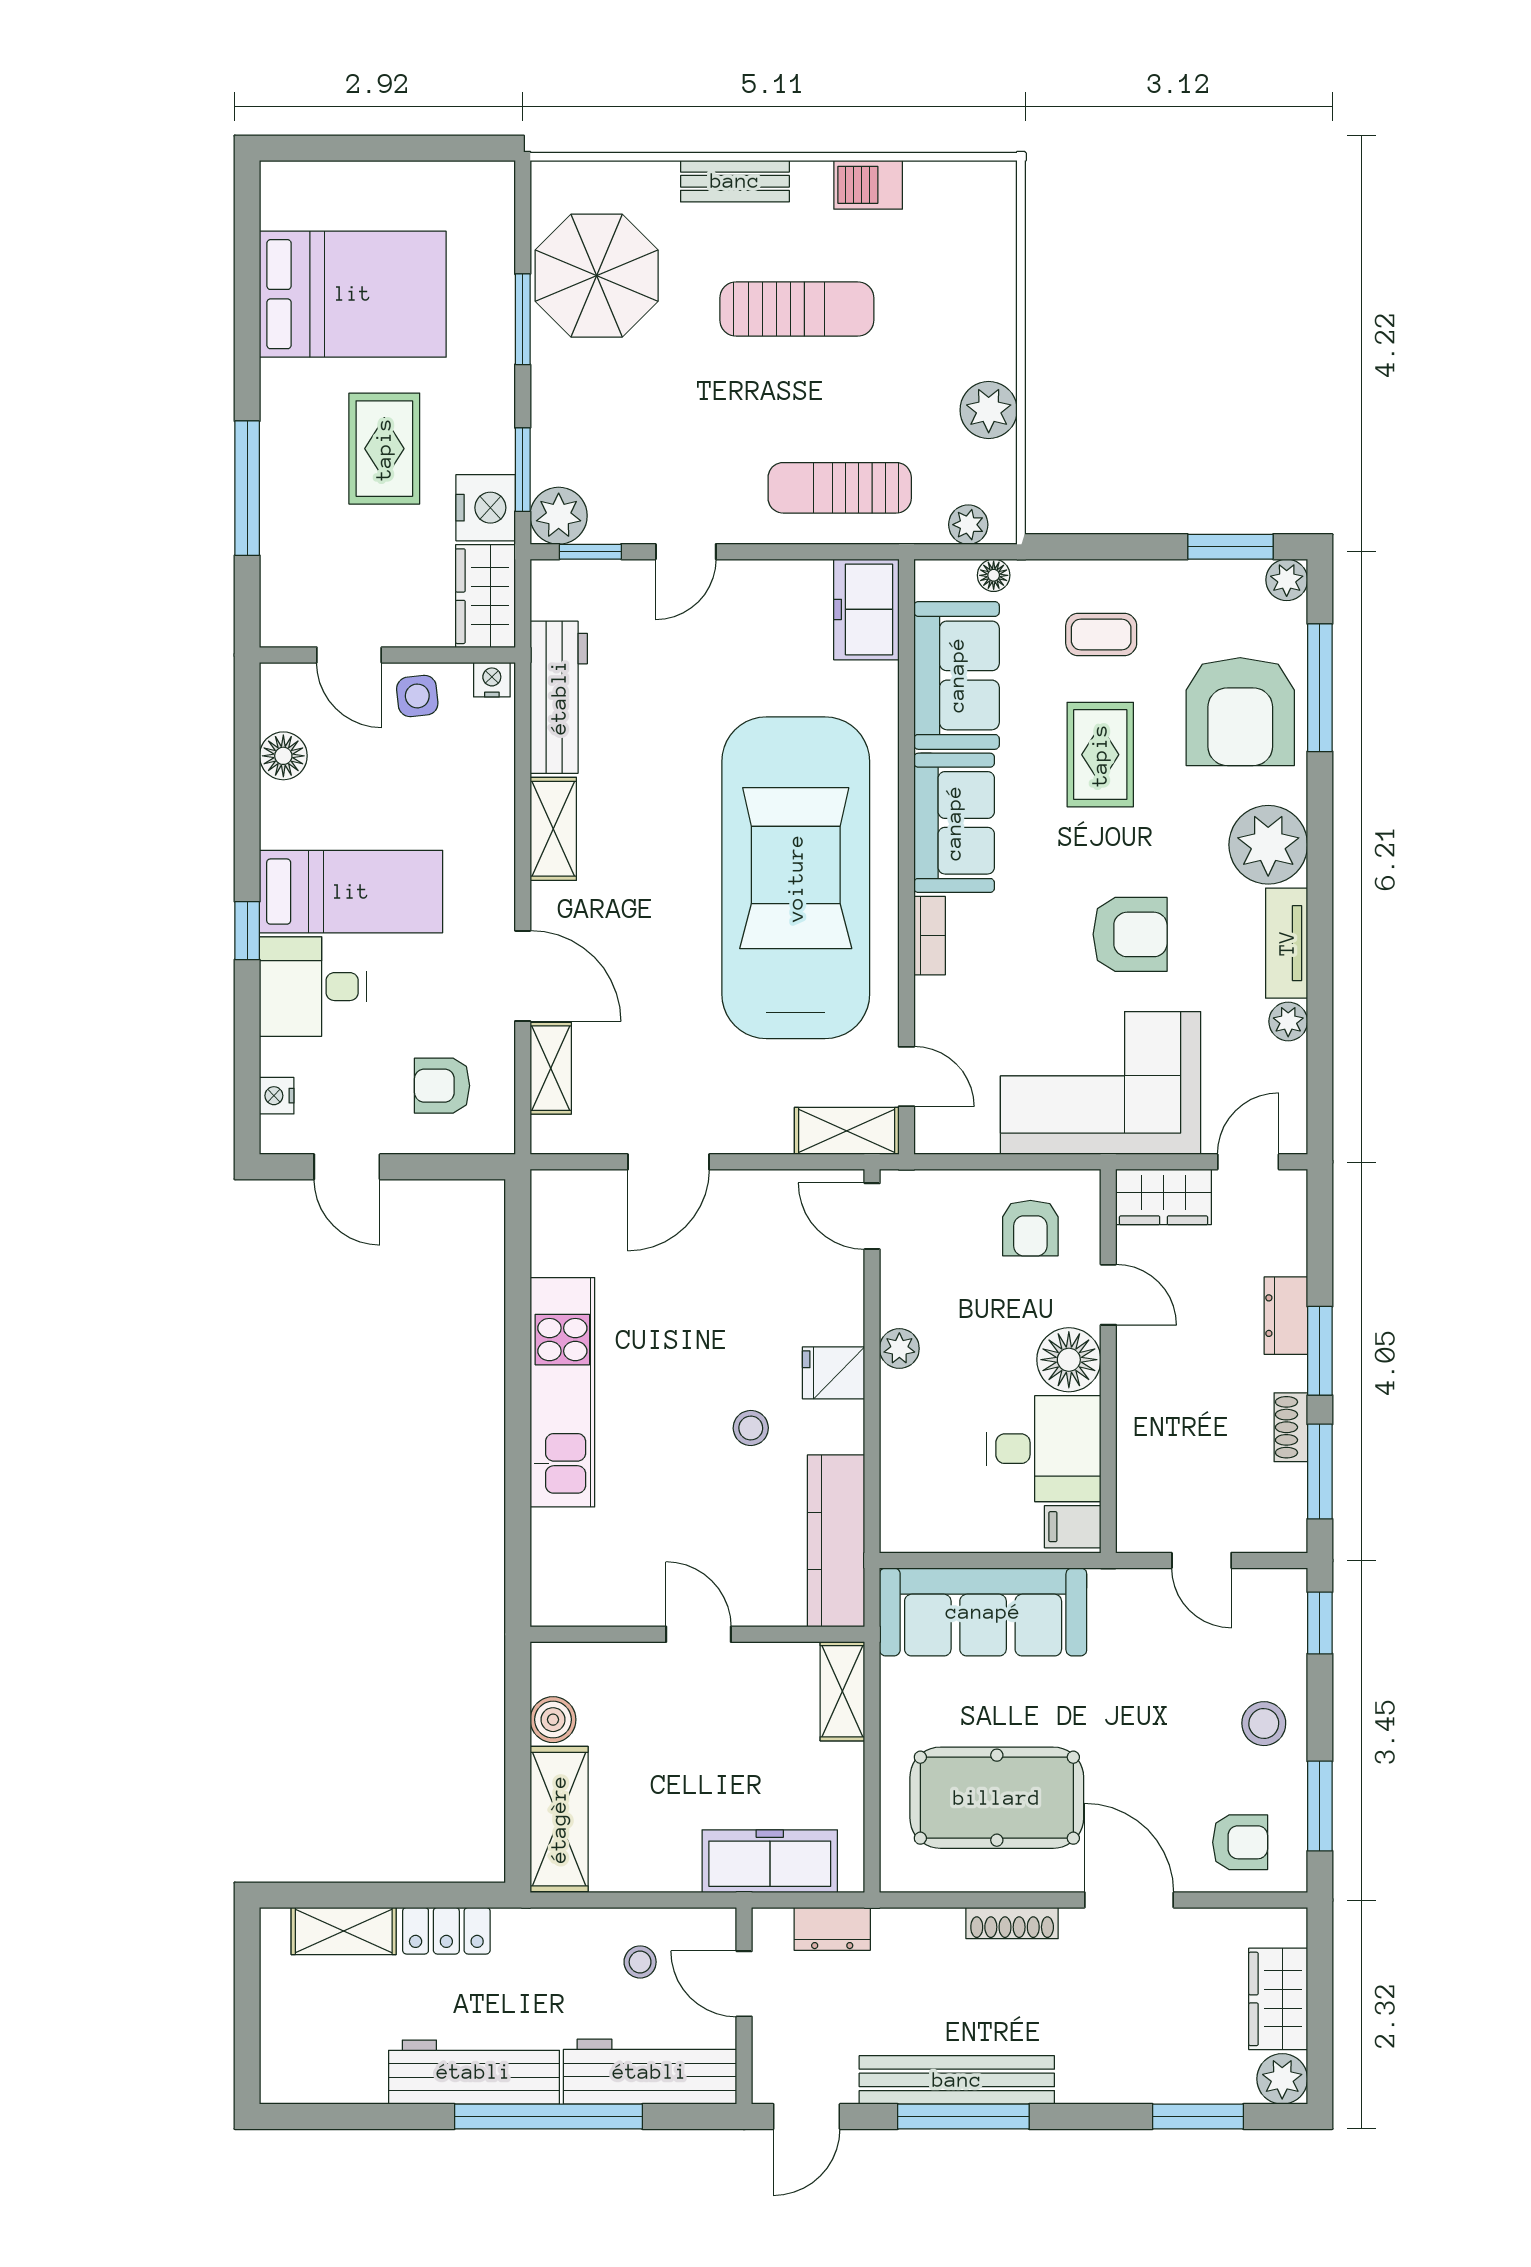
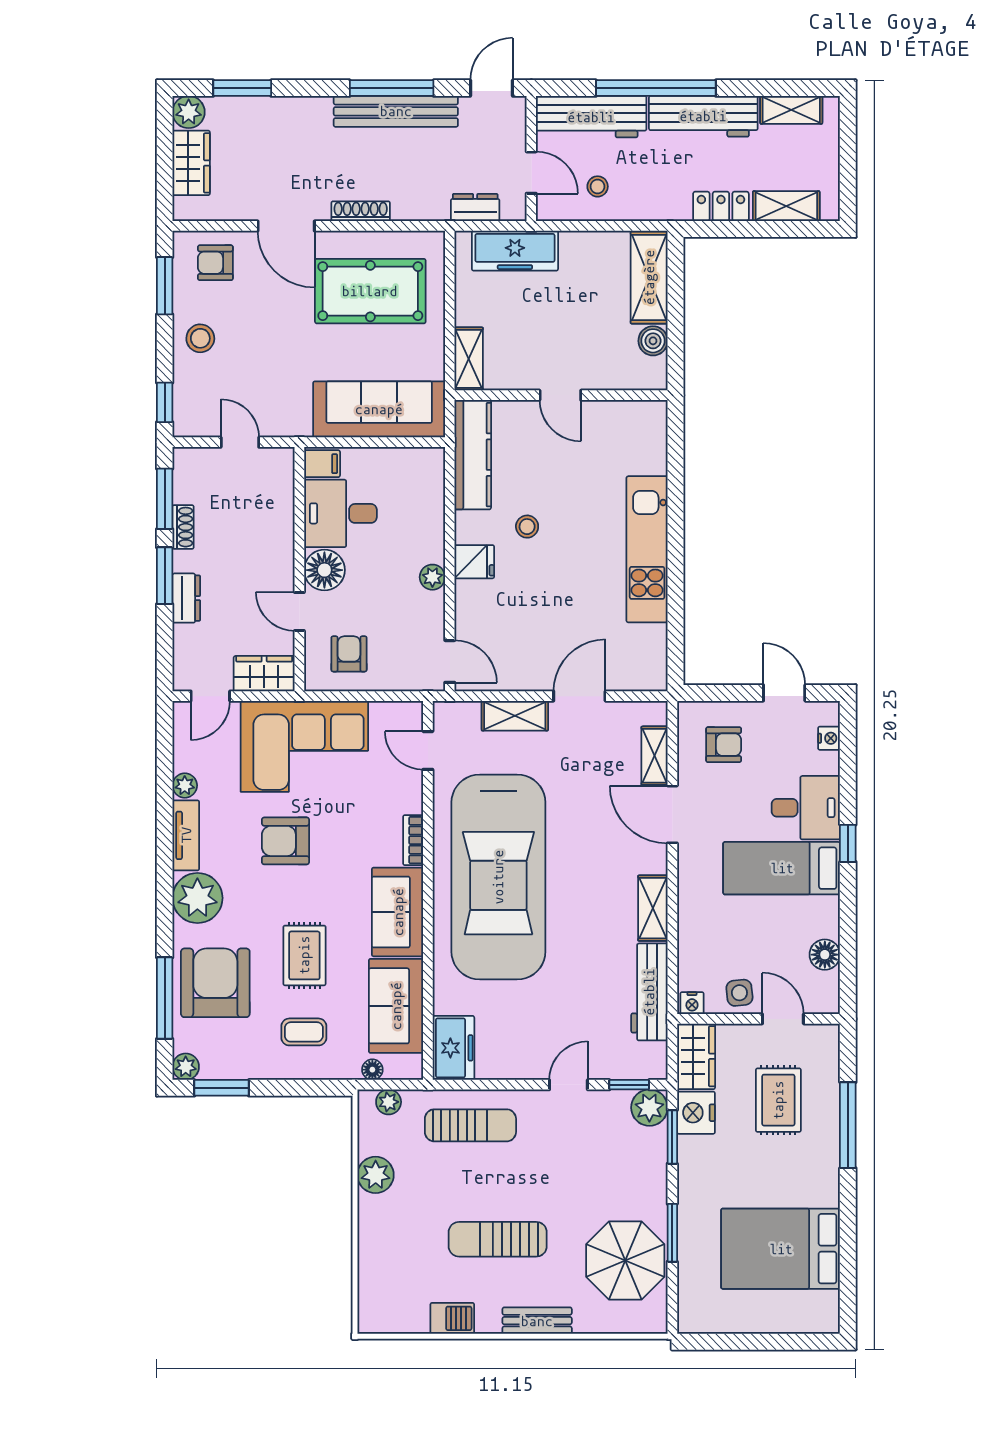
rug: (384, 449) -> (778, 1100), moved
shelving: (847, 1131) -> (515, 716), moved
shelving: (336, 2082) -> (791, 110), added

